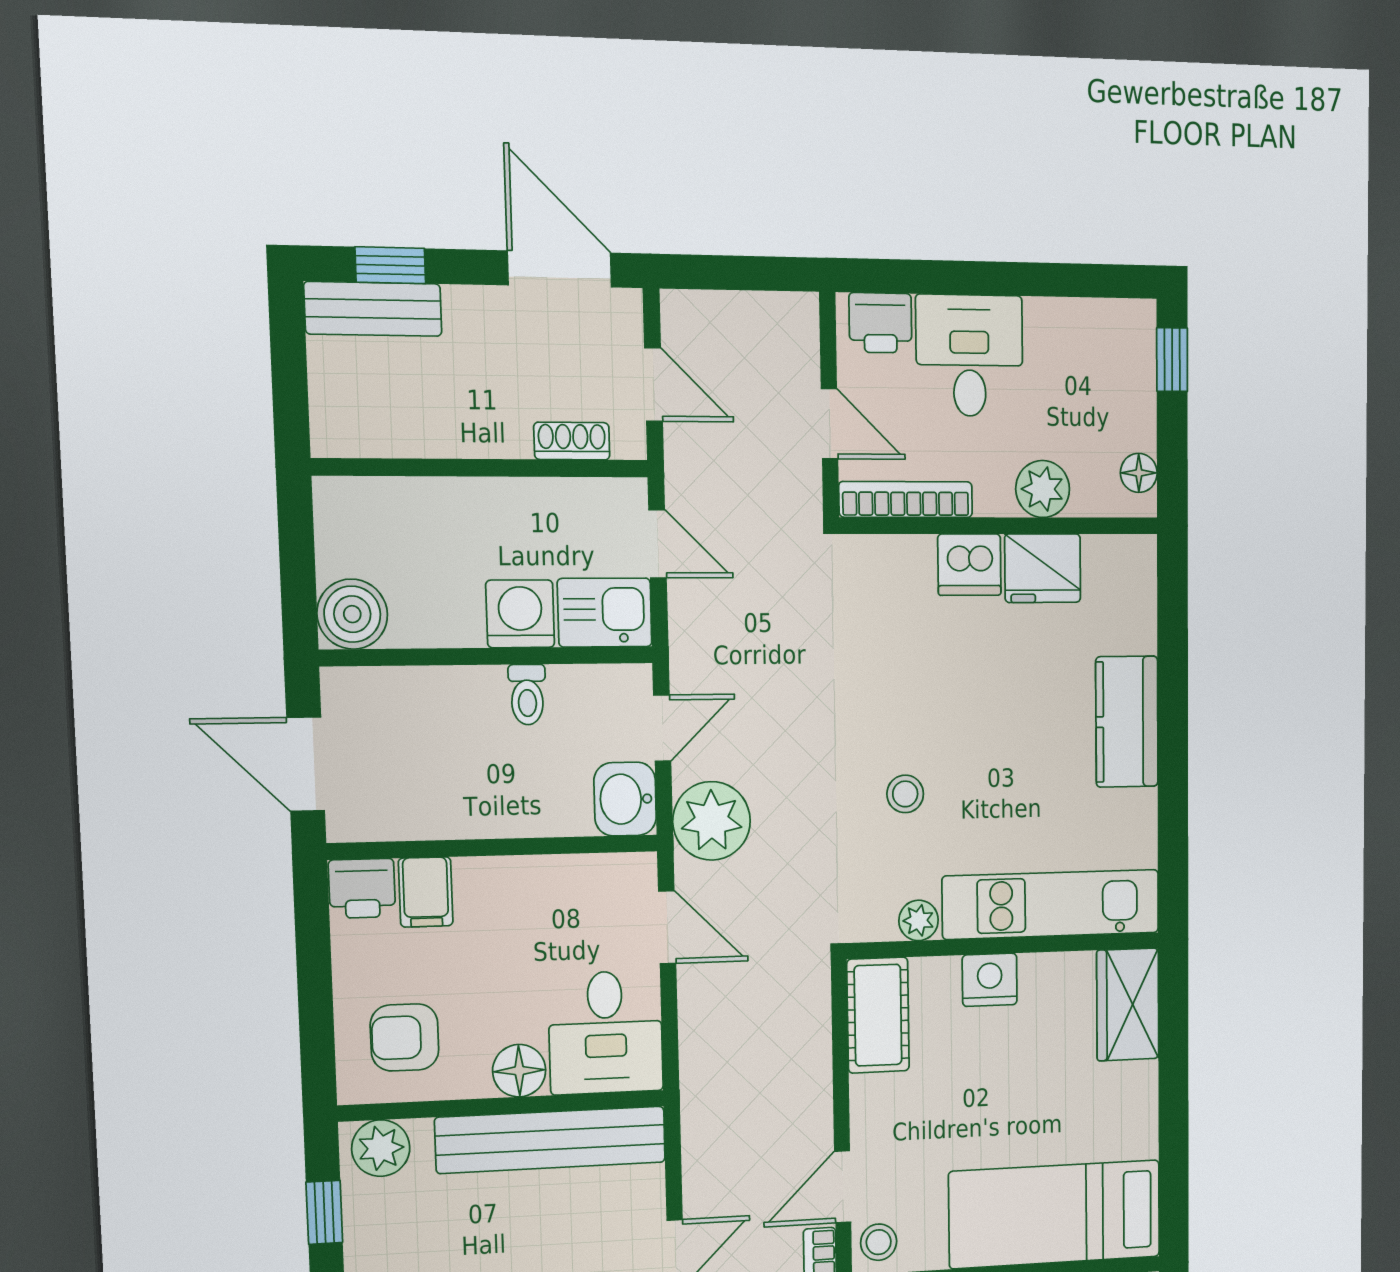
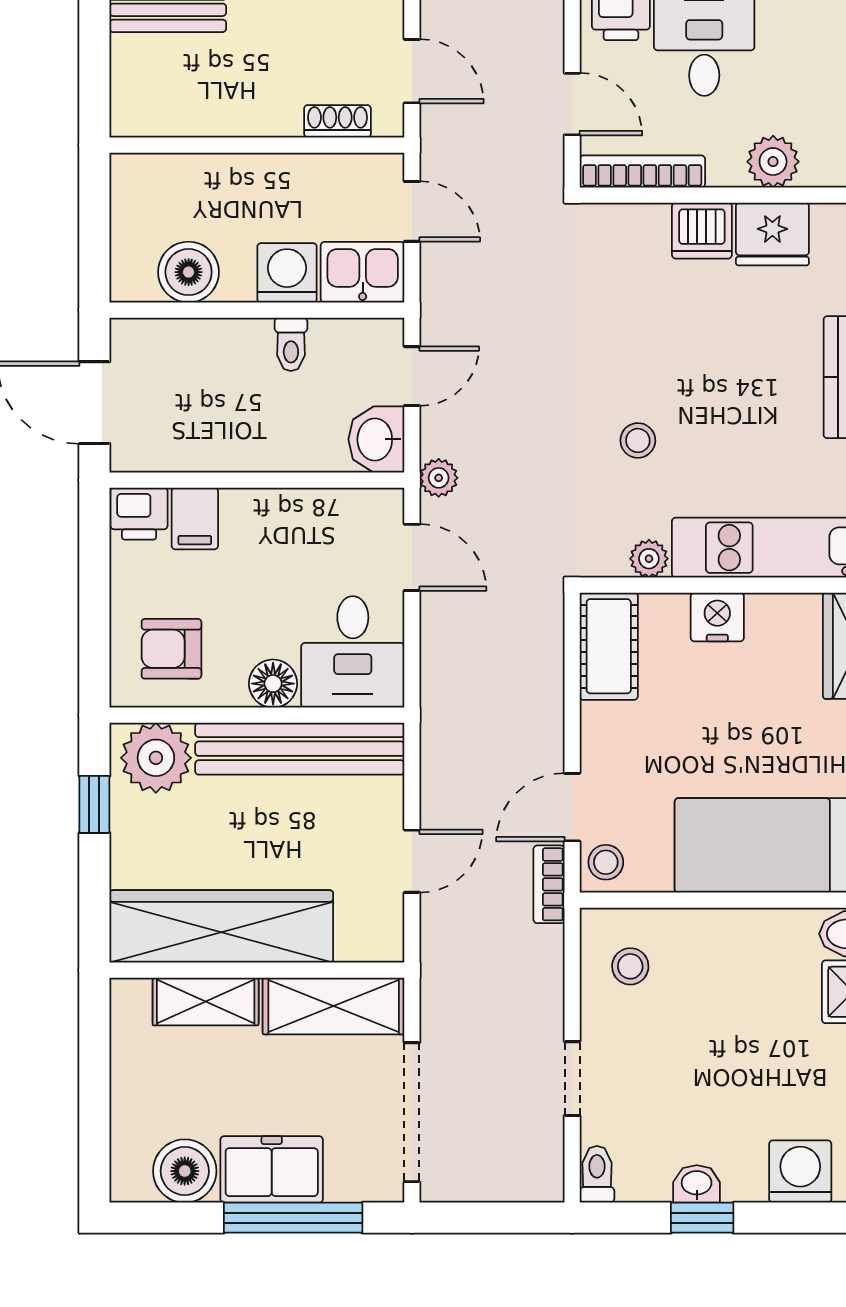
boiler: (352, 614) -> (189, 272), moved
plant: (712, 821) -> (439, 478), width x0.53, depth x0.53
plant: (381, 1148) -> (156, 758), width x1.36, depth x1.36

